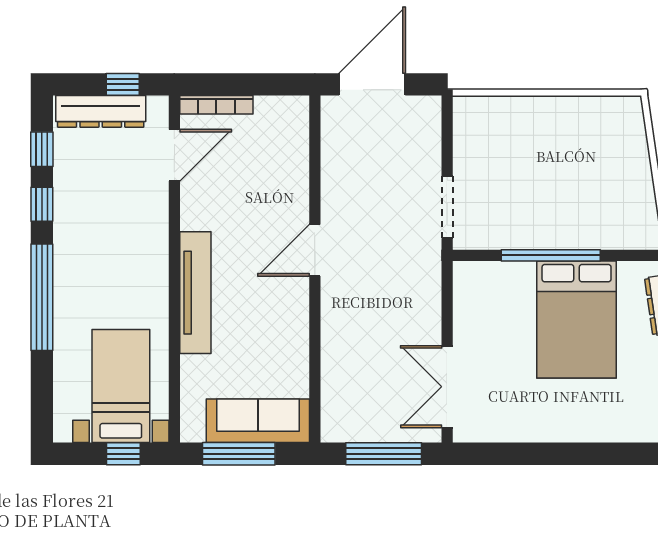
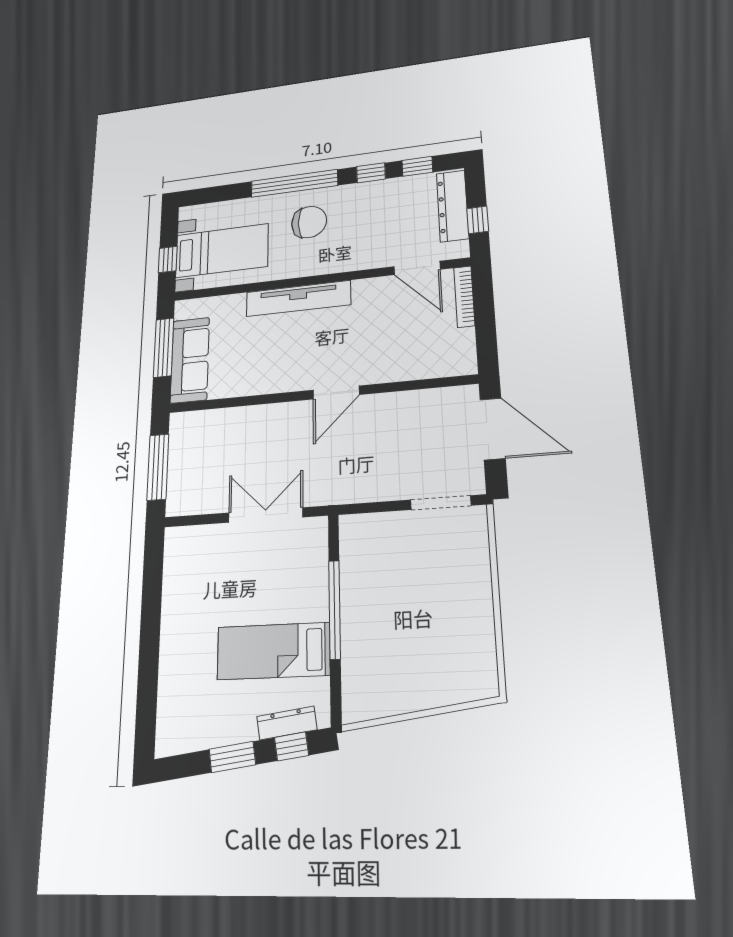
doorway: (447, 207) -> (441, 503), moved
door: (315, 250) -> (336, 392), swing flipped
chair: (97, 279) -> (309, 222), added
bed: (577, 320) -> (273, 651), width x0.67
double door: (447, 387) -> (266, 515), moved

